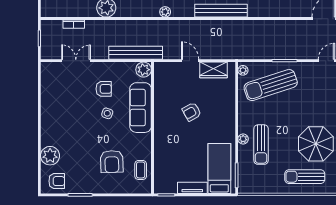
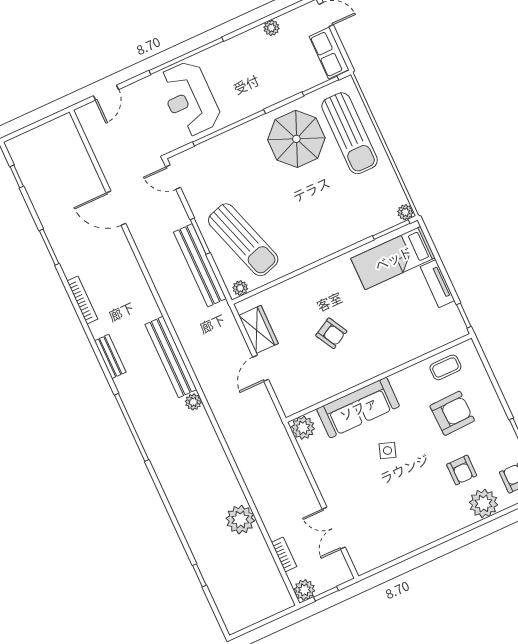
plant: (165, 12) -> (193, 402), moved
plant: (47, 27) -> (304, 590), added
bench: (136, 53) -> (200, 265), moved
armchair: (104, 89) -> (462, 470), moved, turned 180
plant: (243, 139) -> (405, 212), moved
sun lounger: (261, 145) -> (333, 215), removed
sun lounger: (305, 177) -> (350, 133), width x1.36, depth x1.34

